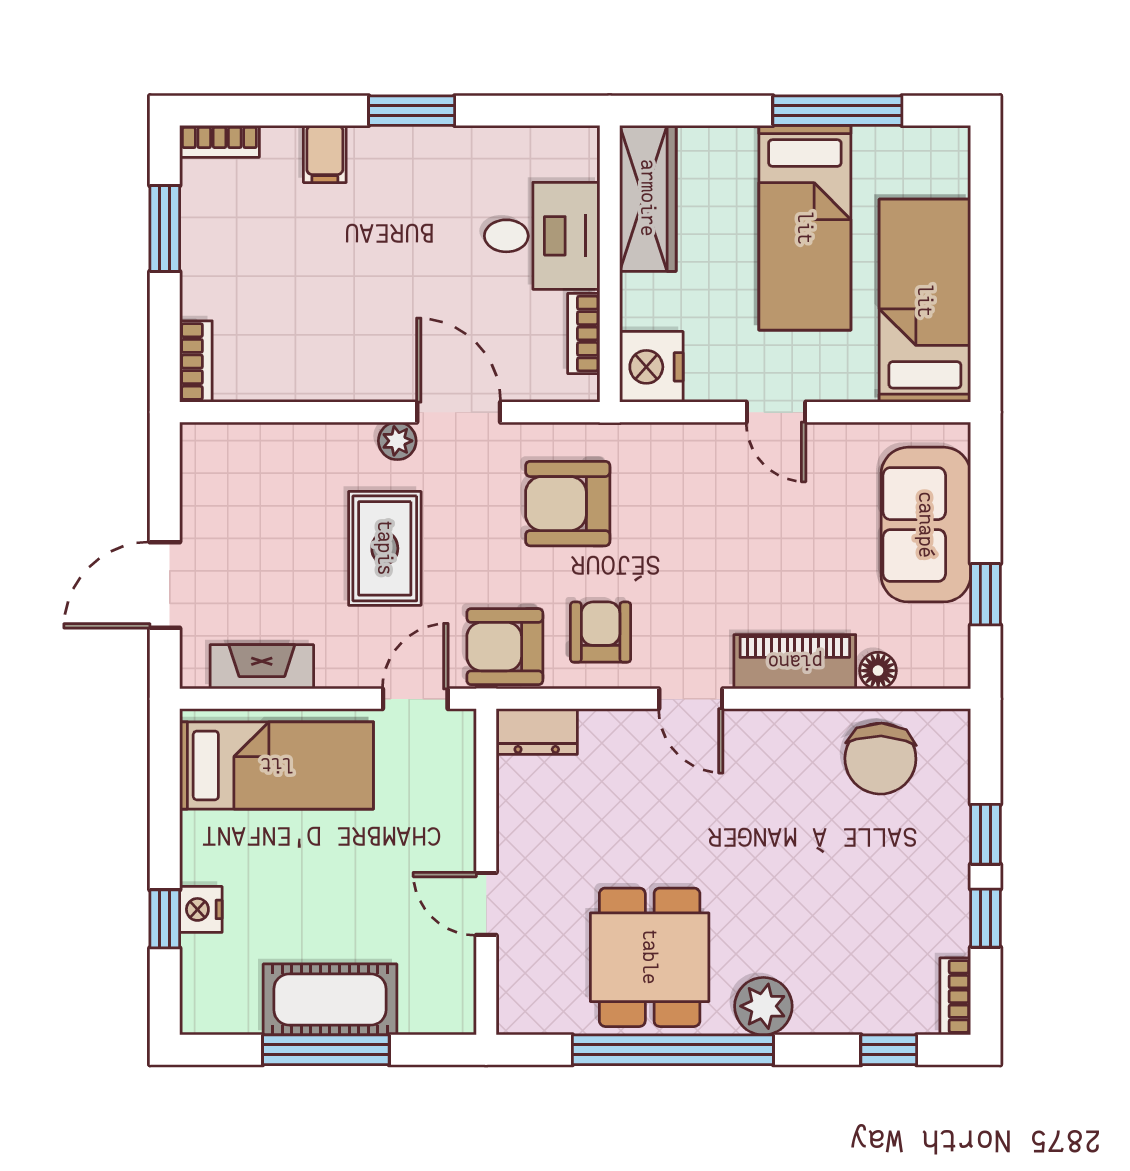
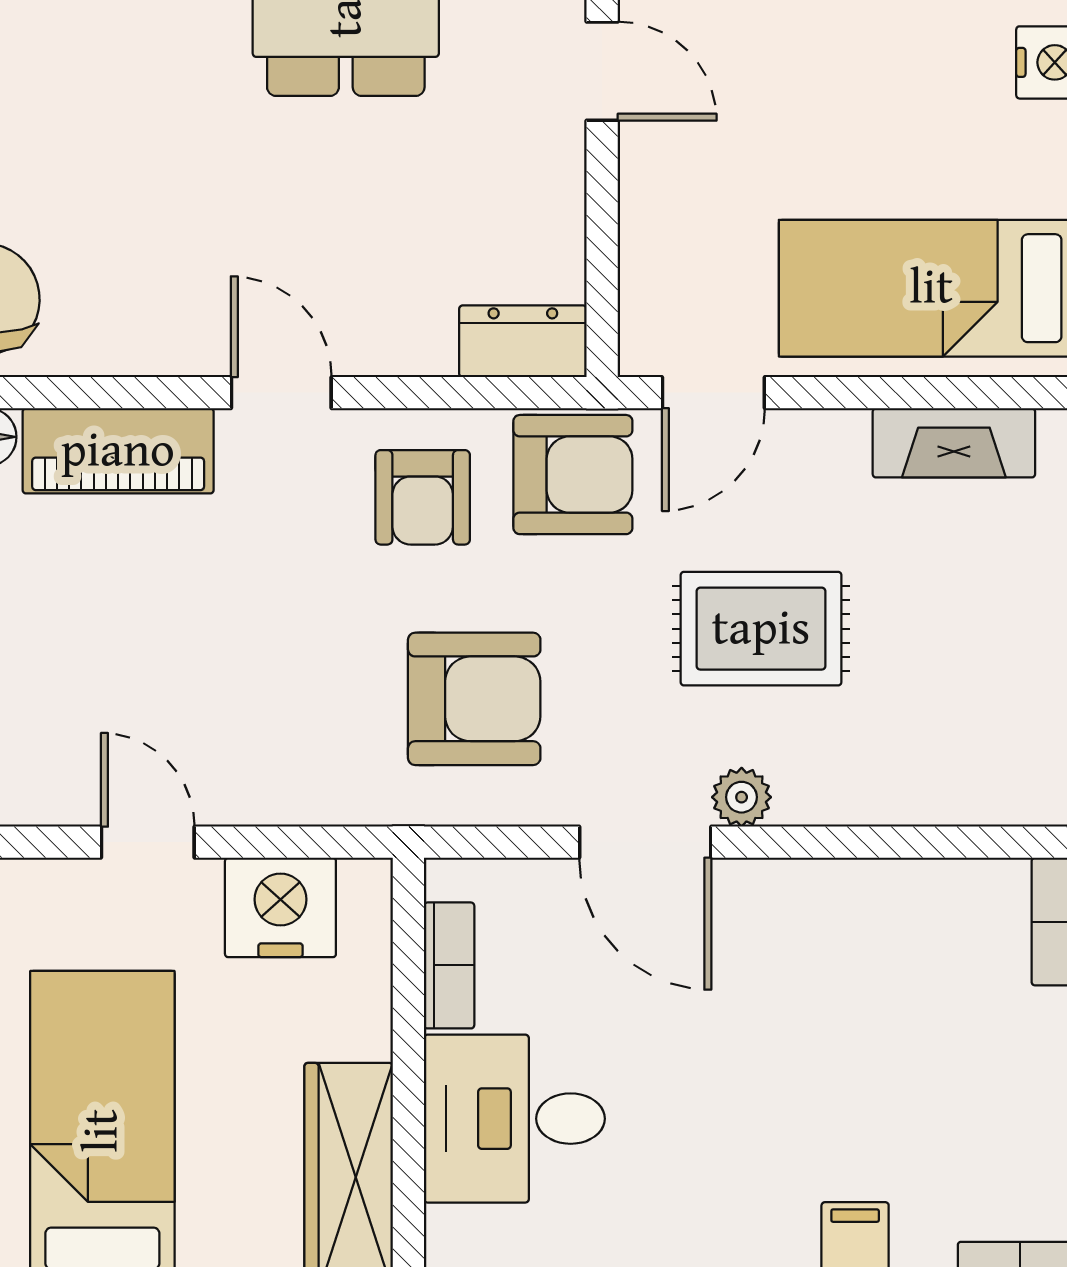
nightstand: (651, 367) -> (280, 907), moved, turned -90
rug: (385, 548) -> (761, 629), turned 90

